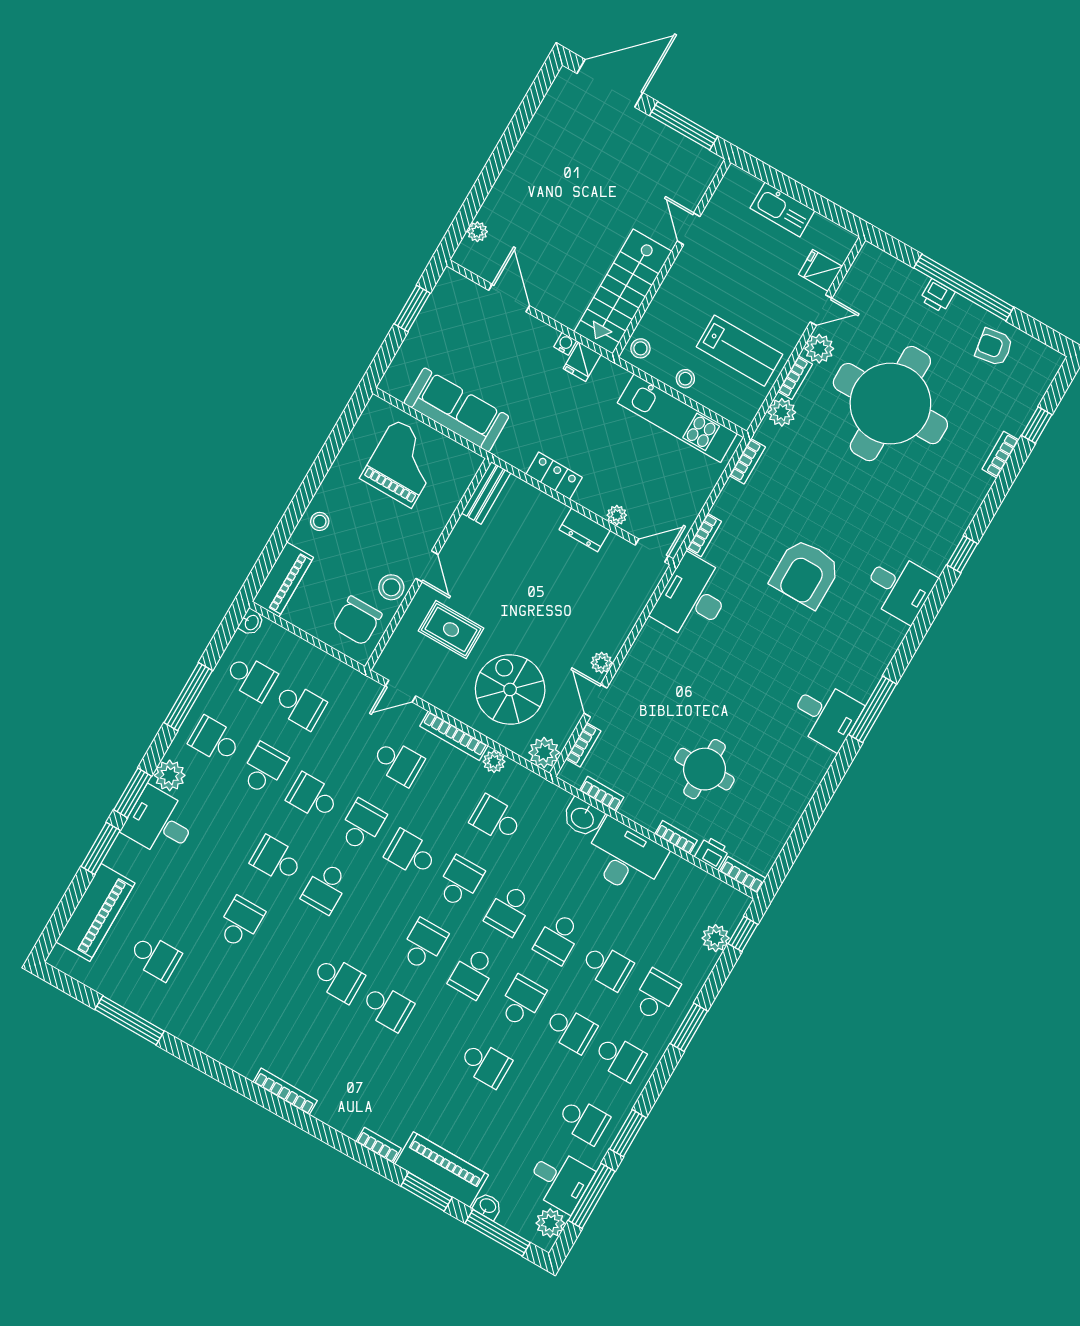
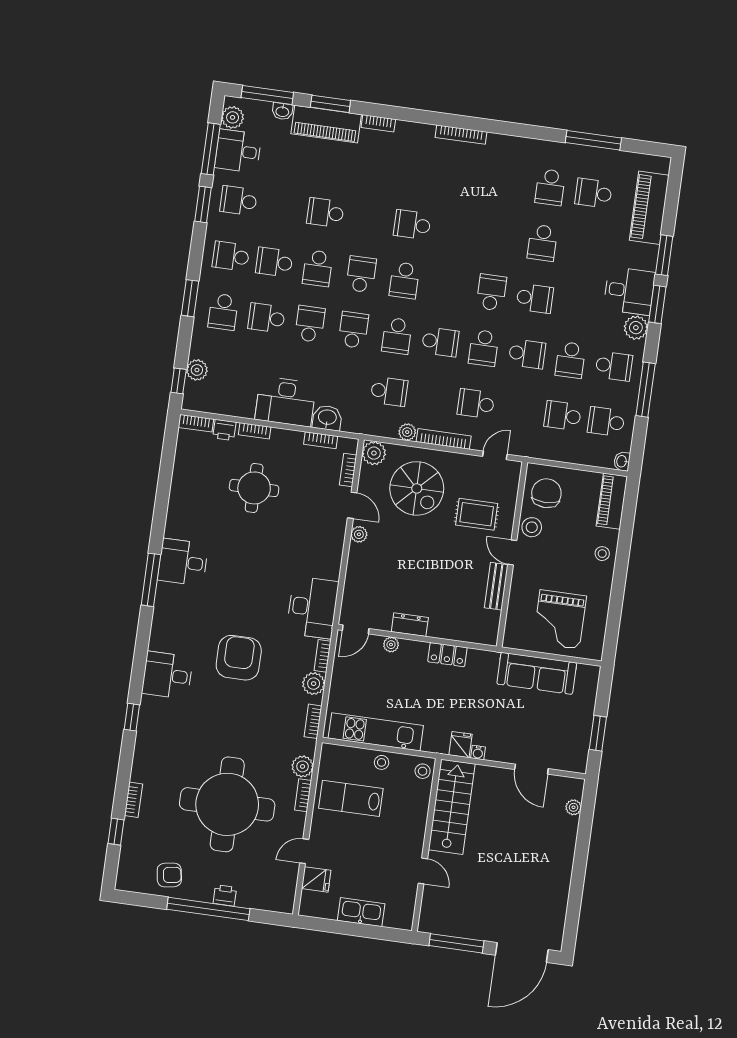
plant: (819, 349) -> (314, 684), moved
bench: (486, 493) -> (496, 586), moved
school desk: (338, 979) -> (550, 187), moved, turned -90

